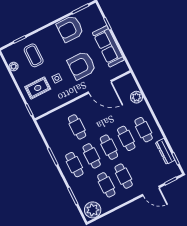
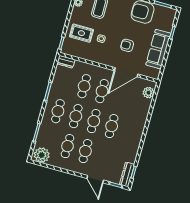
armchair: (82, 65) -> (127, 45), width x0.53, depth x0.53
door: (100, 87) -> (126, 72), hinge flipped
plant: (136, 97) -> (149, 93), moved
dresser: (46, 121) -> (66, 62), added
cafe table: (144, 130) -> (102, 91), moved
dresser: (165, 151) -> (127, 174), moved

